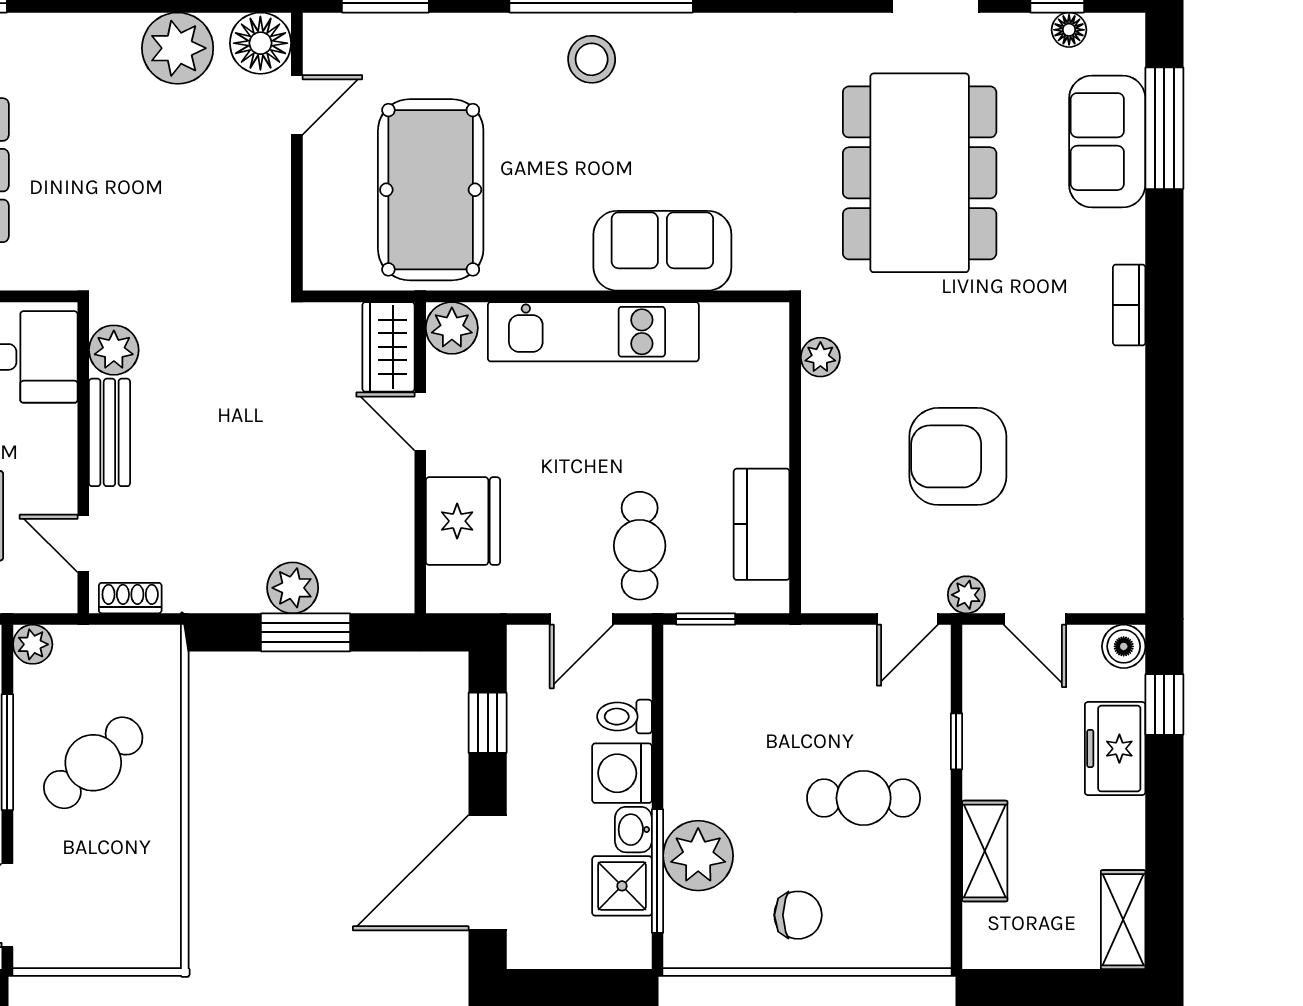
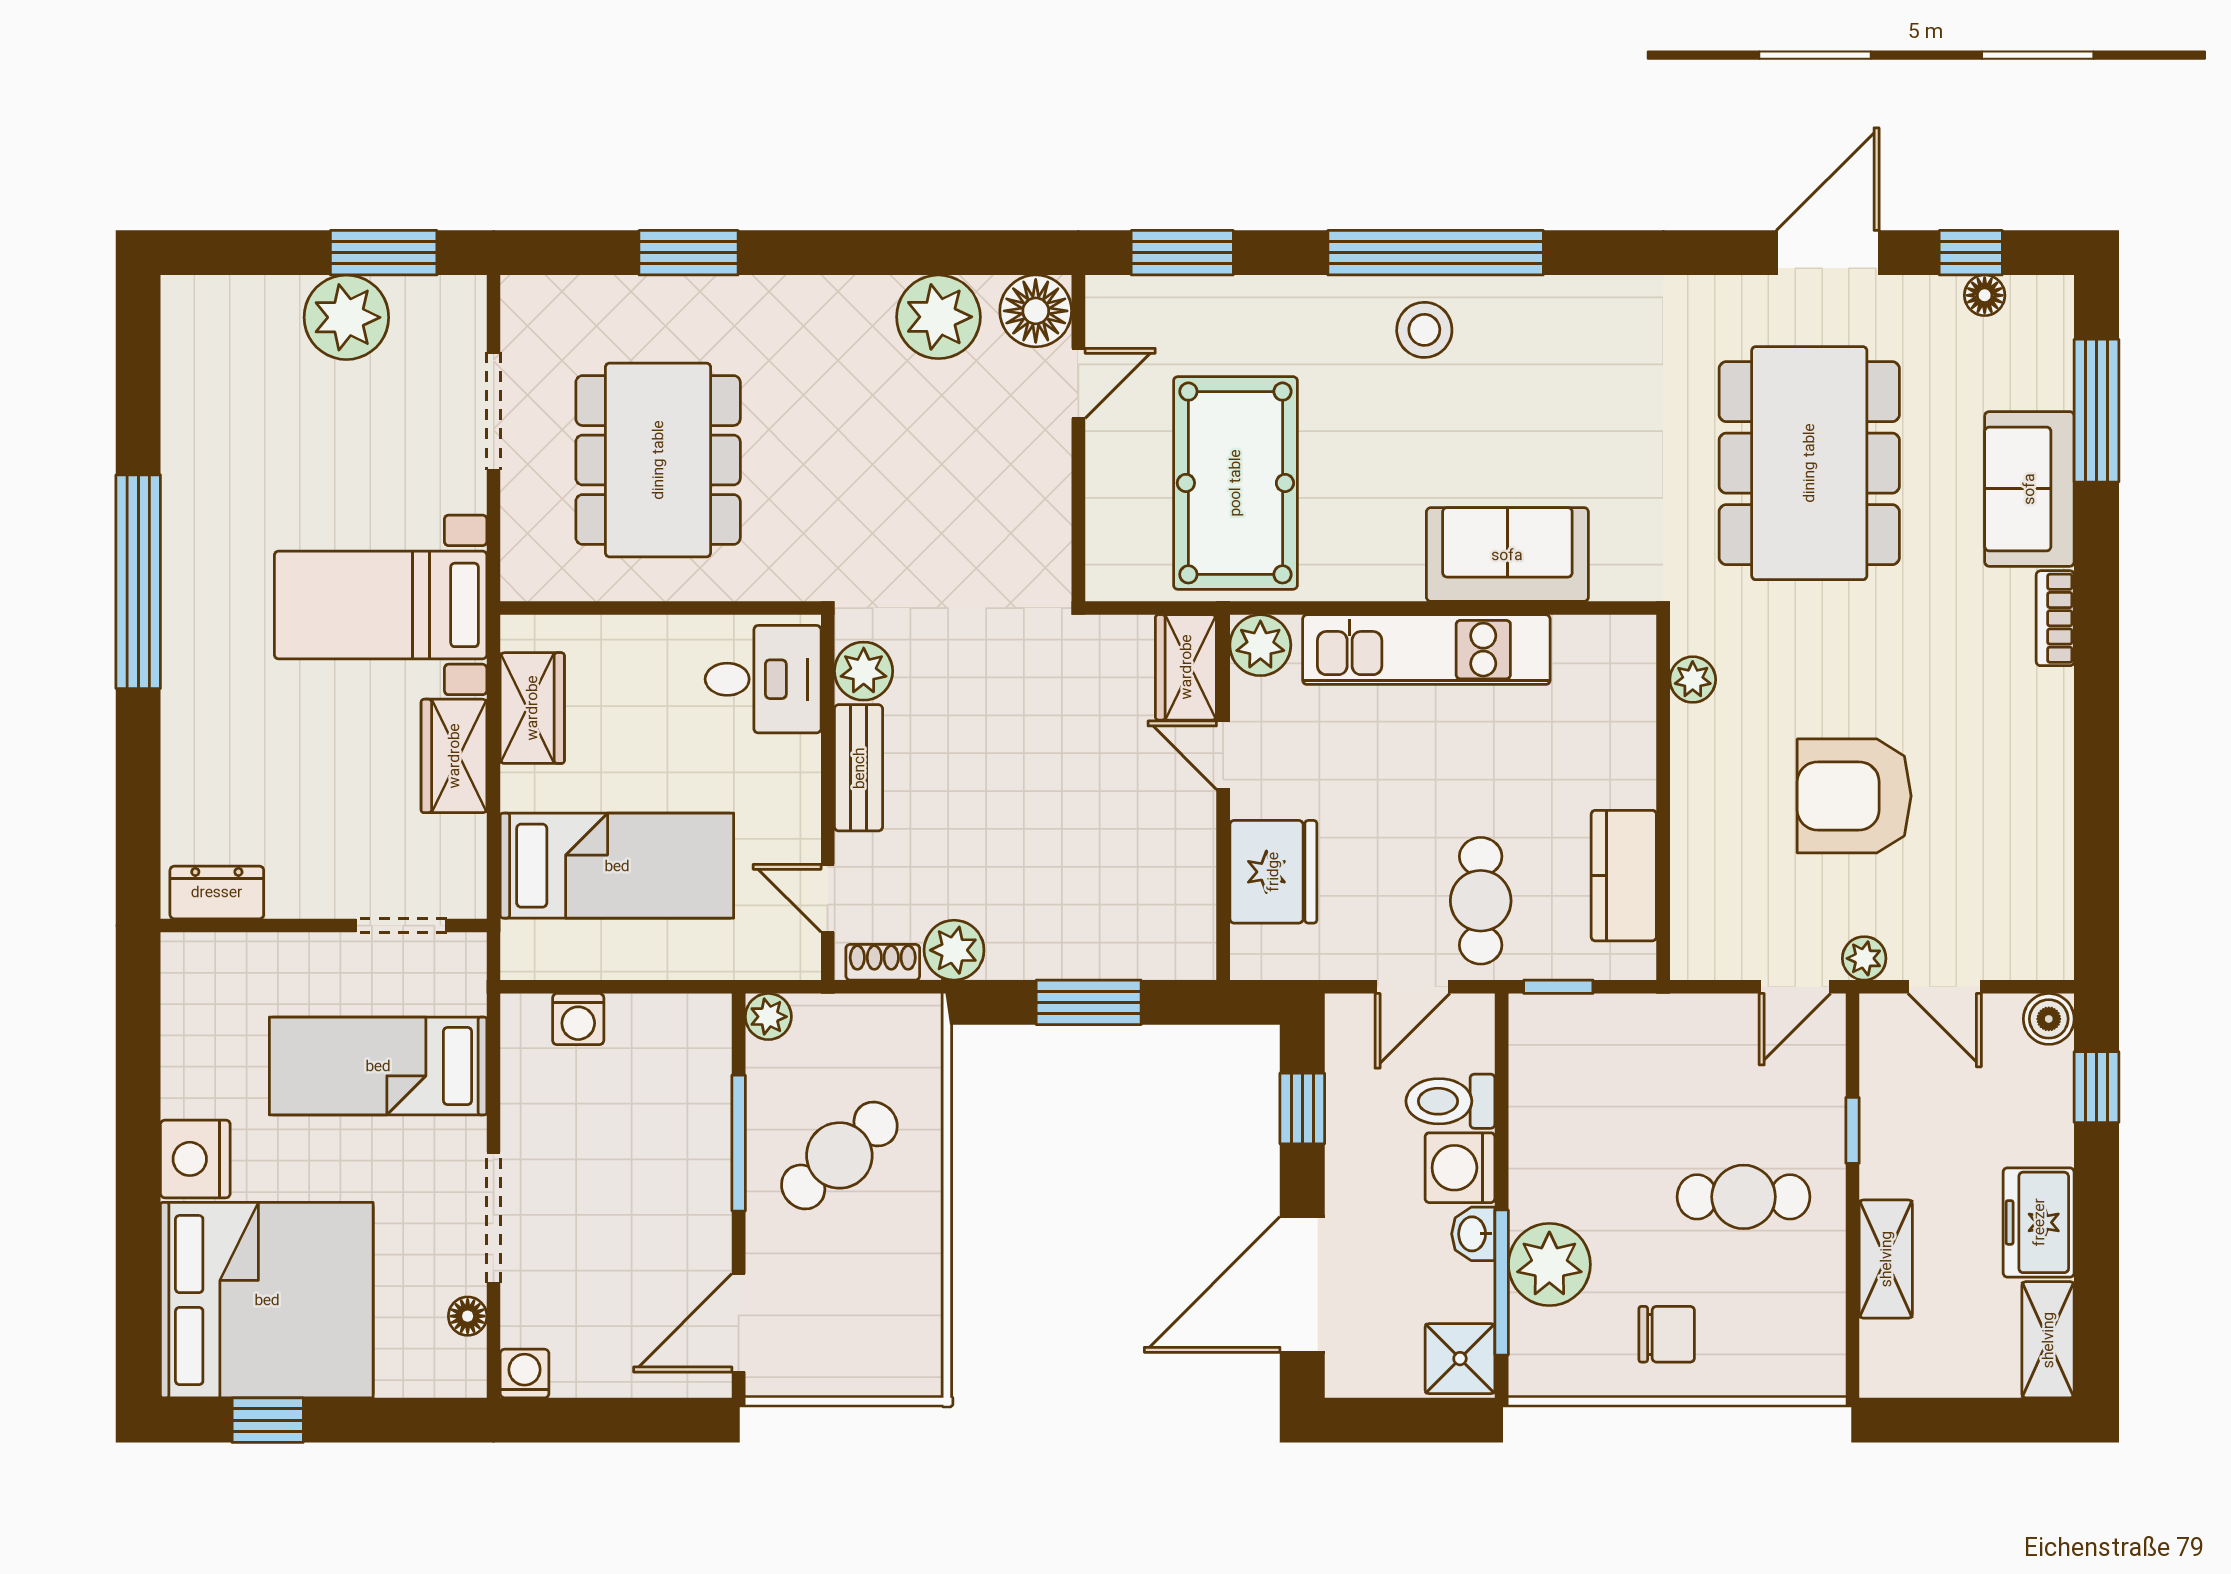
sofa: (1107, 142) -> (2029, 489), moved
plant: (293, 588) -> (954, 950), moved
toilet: (624, 717) -> (1450, 1101), width x1.37, depth x1.39
freezer: (1115, 749) -> (2039, 1222), moved
shower: (622, 886) -> (1460, 1359), moved

